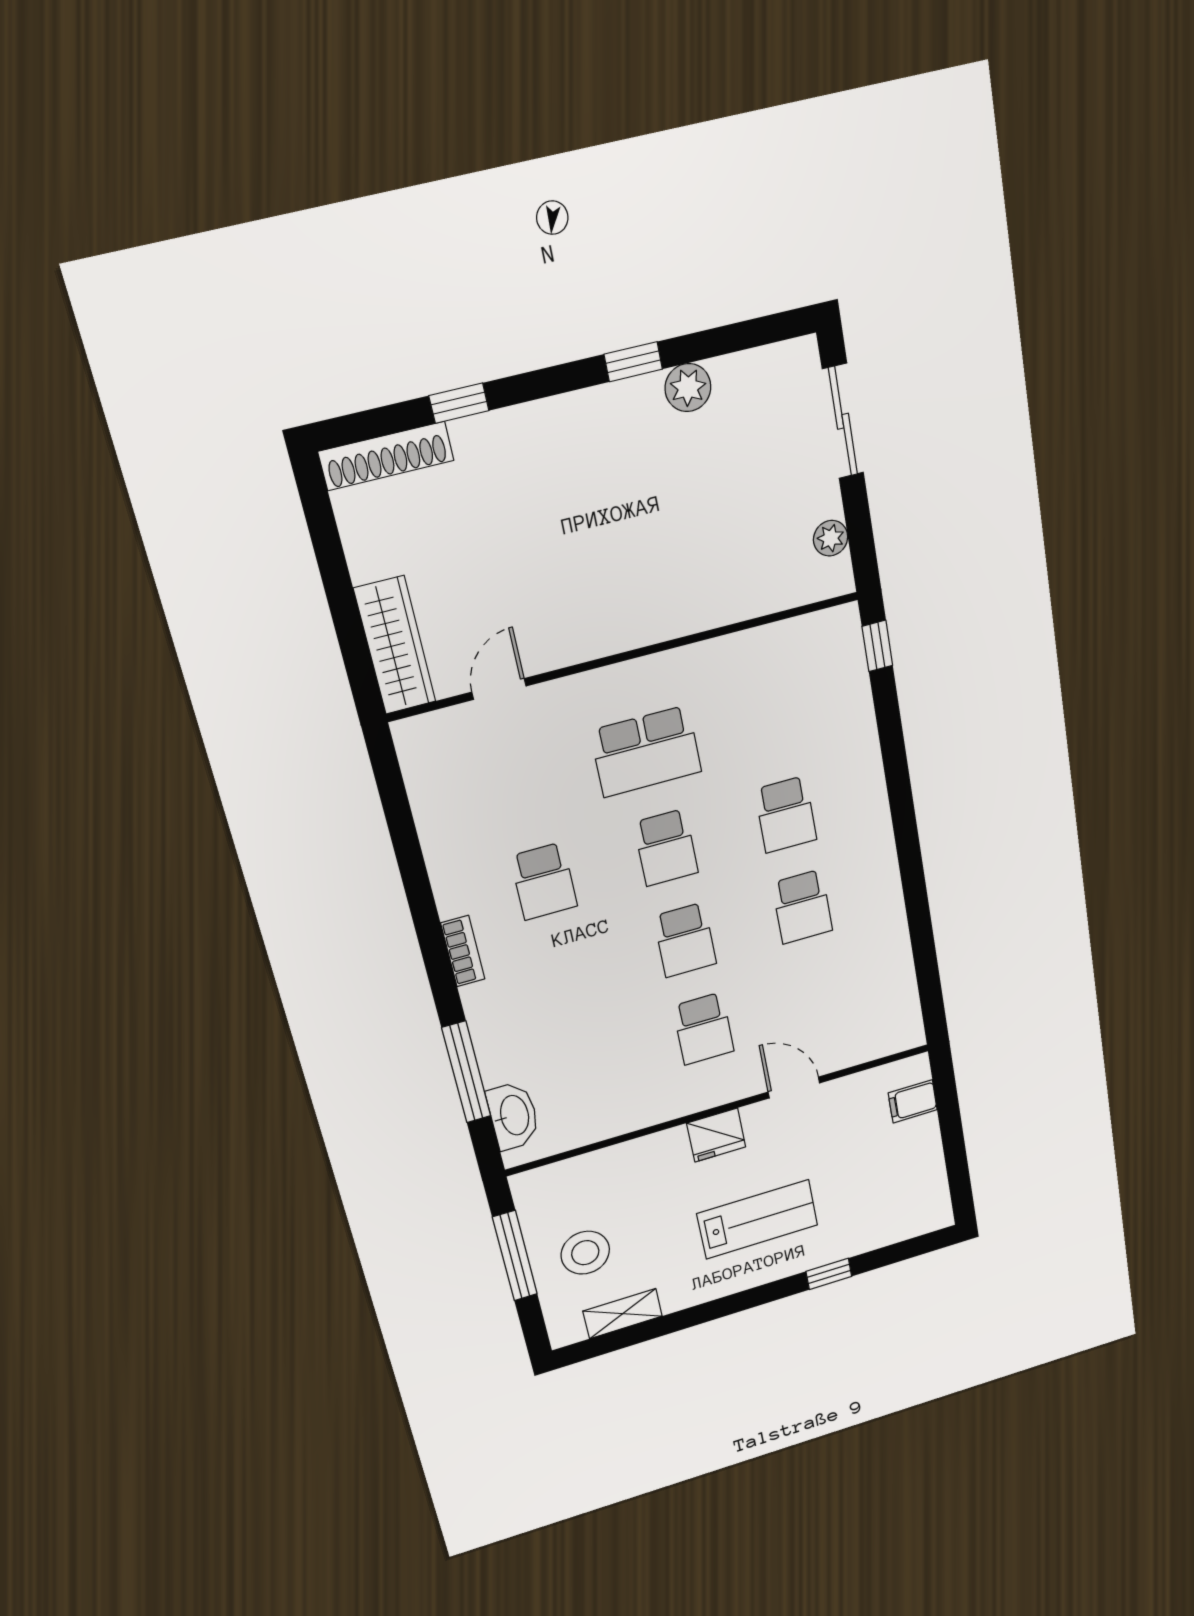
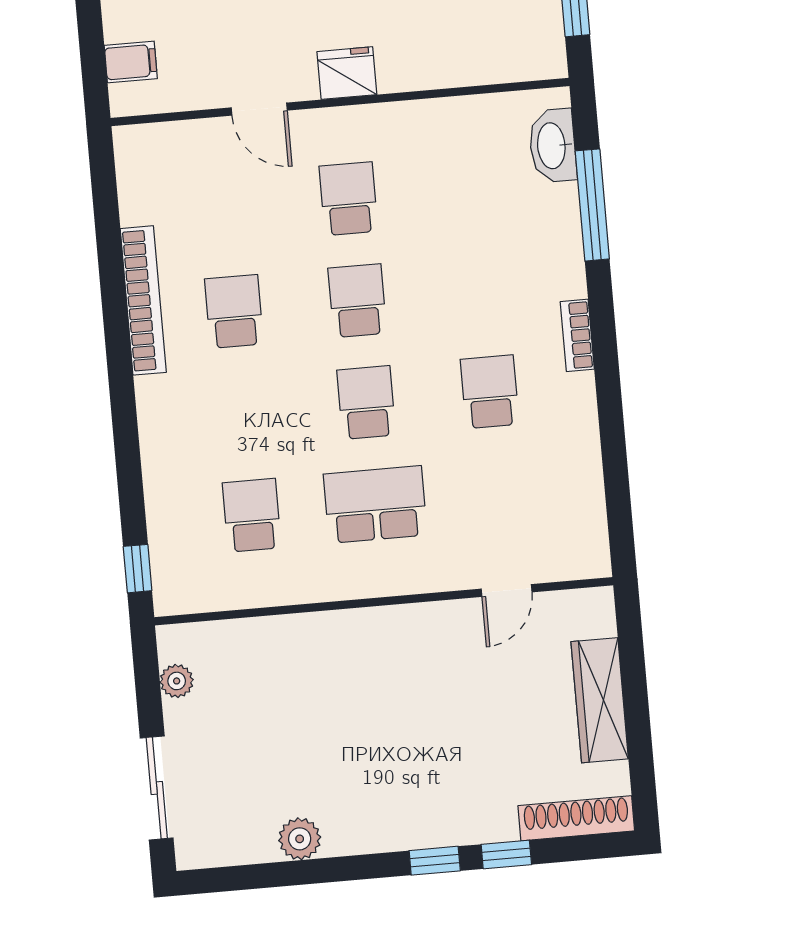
window: (633, 362) -> (435, 861), moved
wardrobe: (395, 645) -> (600, 700), moved
school desk: (786, 814) -> (252, 515), moved
bookcase: (888, 900) -> (143, 300), added

